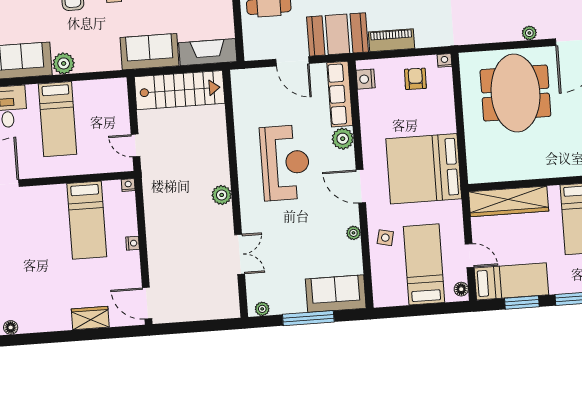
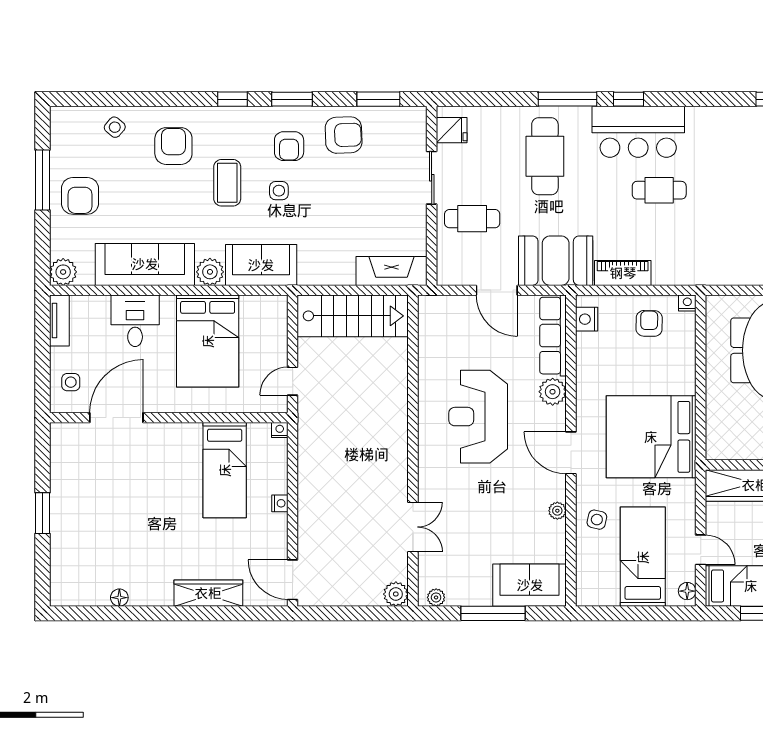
sofa: (150, 52) -> (261, 265), moved
bed: (58, 119) -> (208, 341), width x1.50
door: (136, 145) -> (293, 381), hinge flipped
reception desk: (285, 163) -> (478, 417), turned 180
plant: (222, 195) -> (396, 594), moved
wardrobe: (90, 318) -> (208, 593), width x1.50

